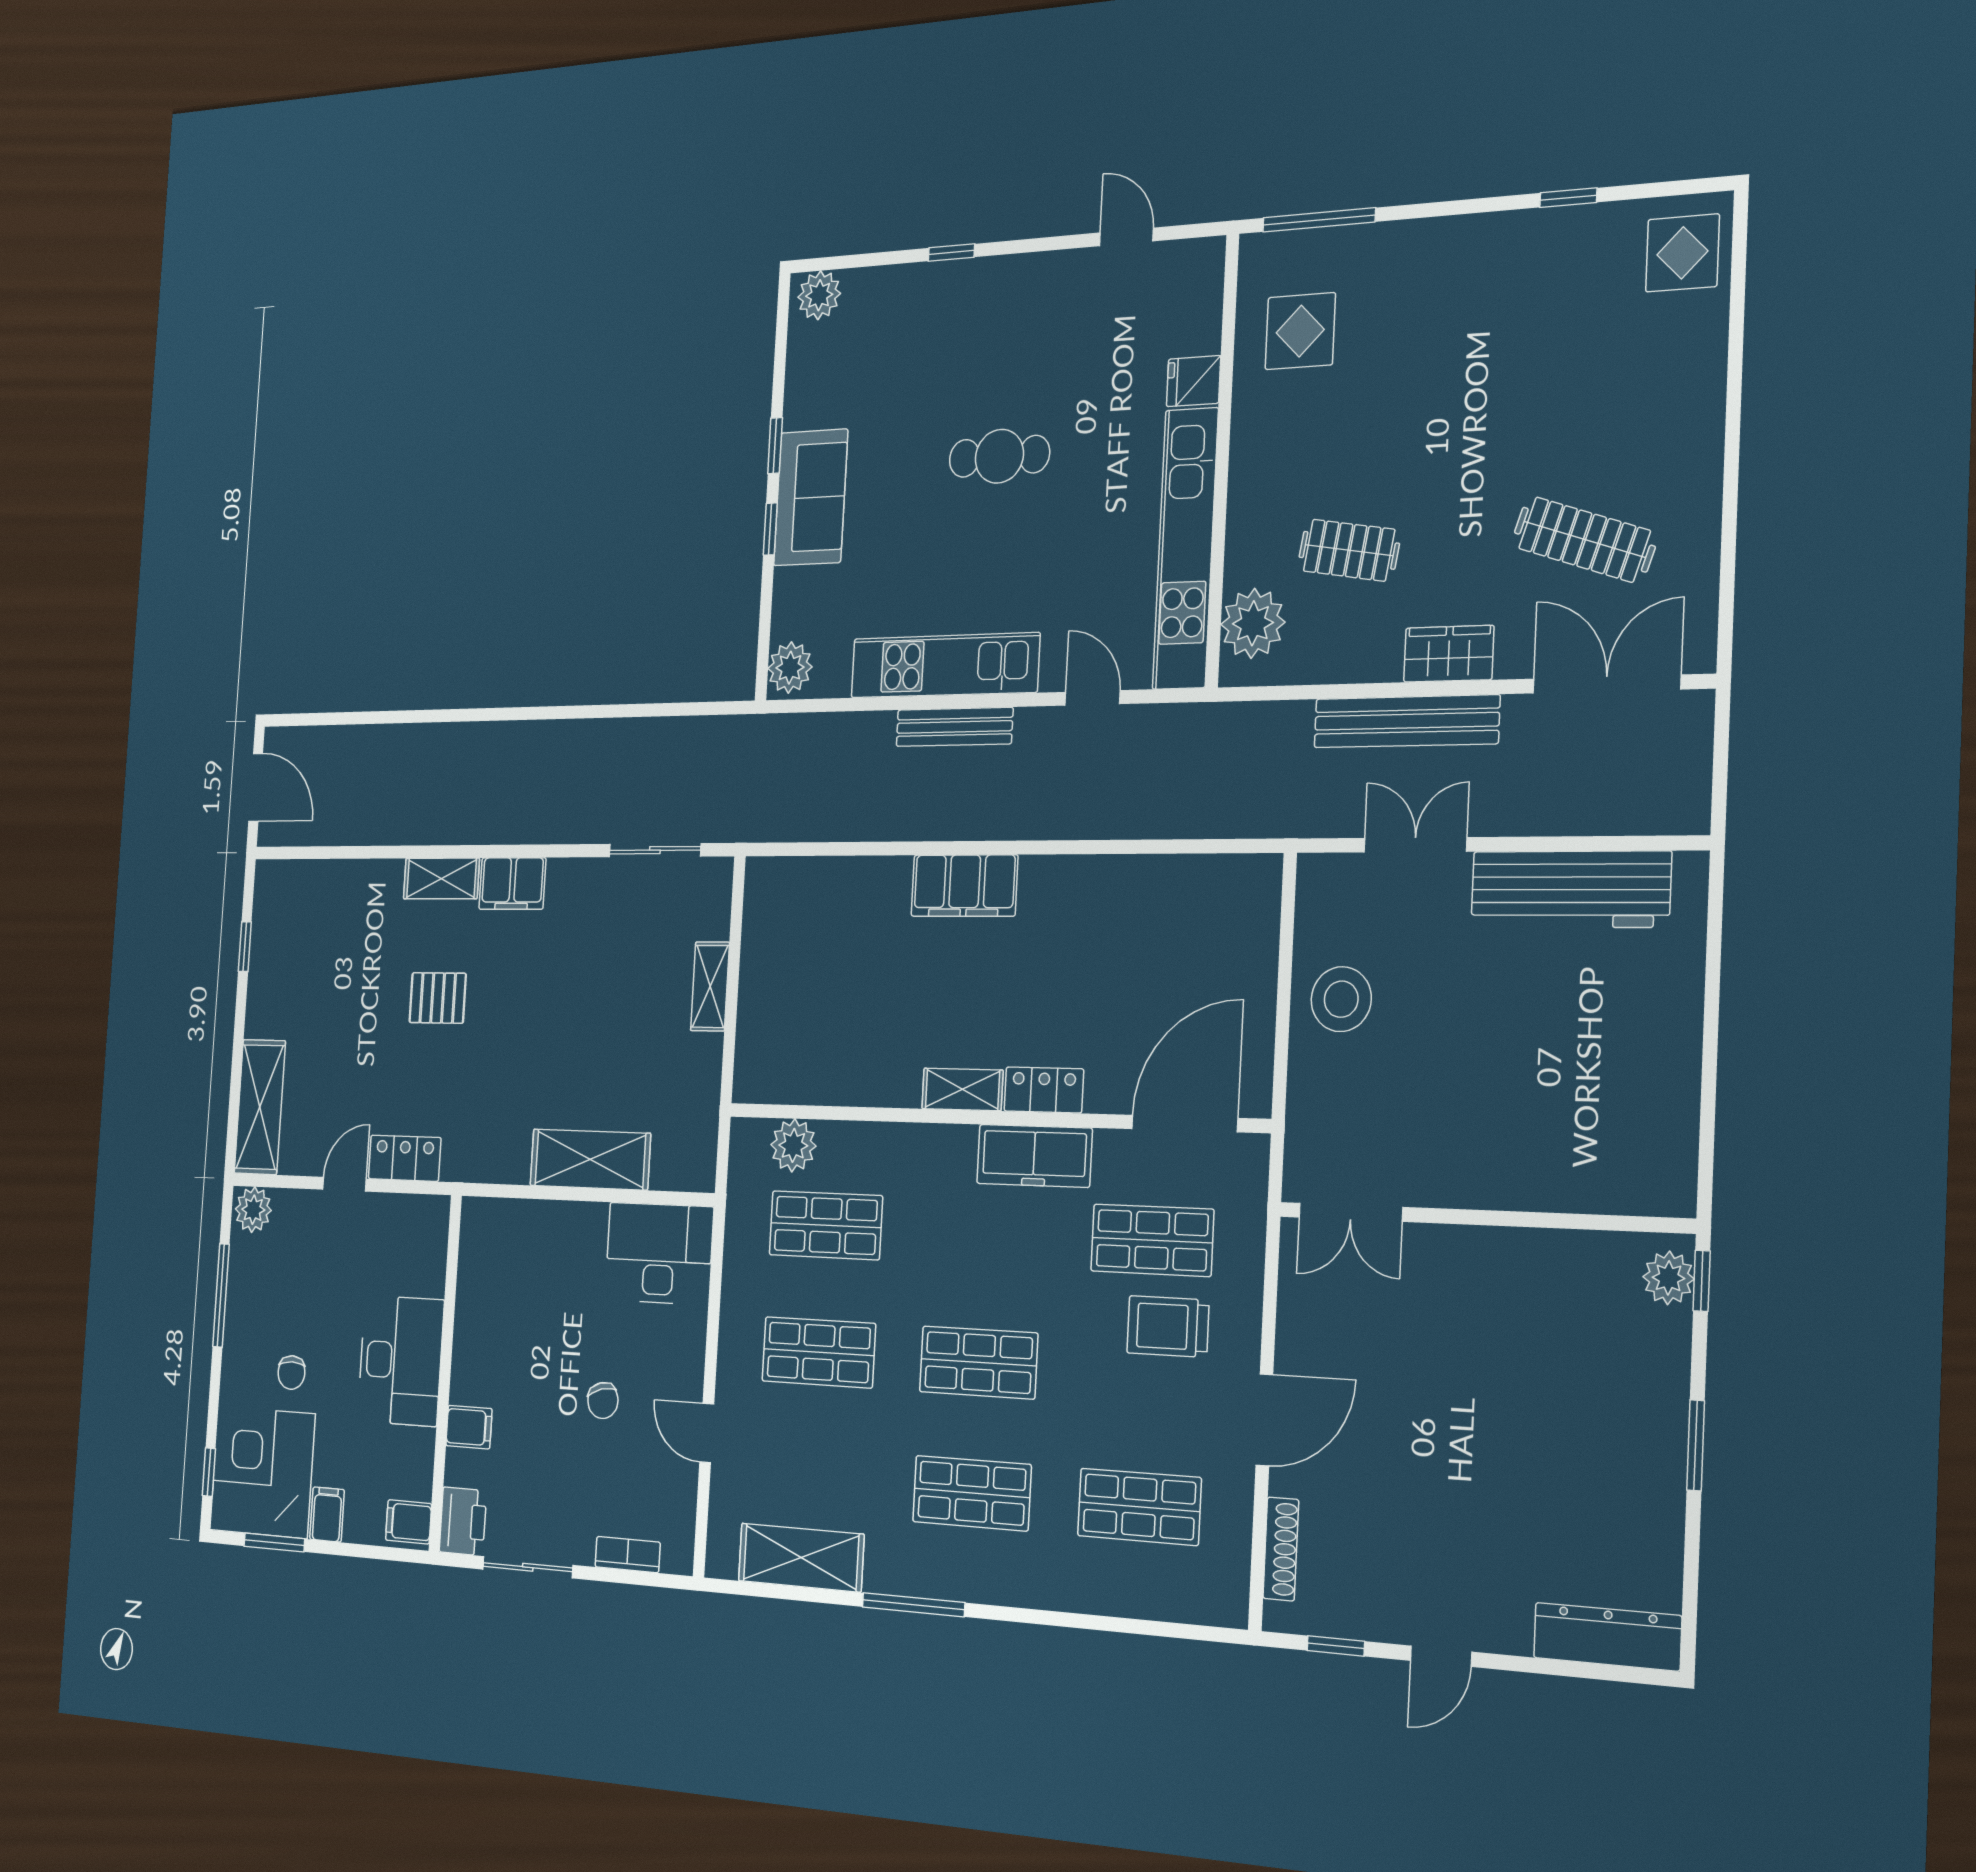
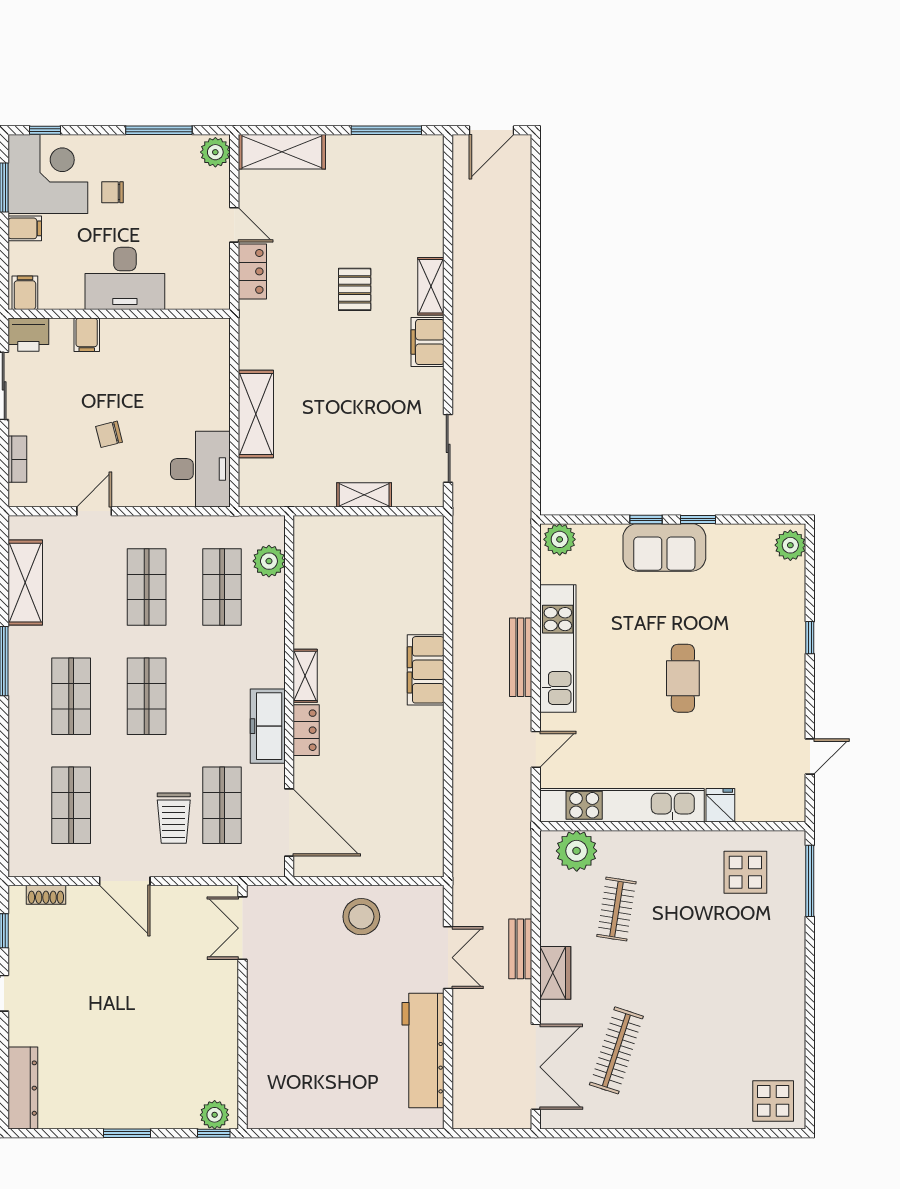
window: (1568, 198) -> (810, 1033), removed
bench: (1406, 721) -> (520, 949), width x0.54, depth x0.82
window: (245, 947) -> (386, 130), width x2.17
trolley: (1168, 1326) -> (174, 818), turned 180
shoe rack: (1281, 1549) -> (46, 895), width x0.70

